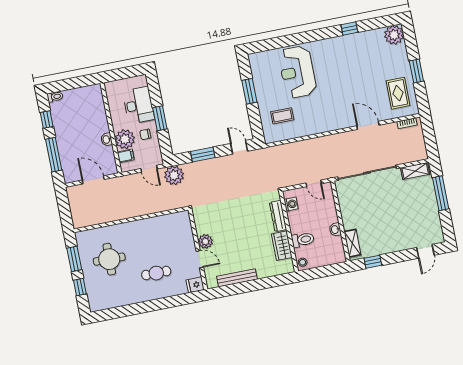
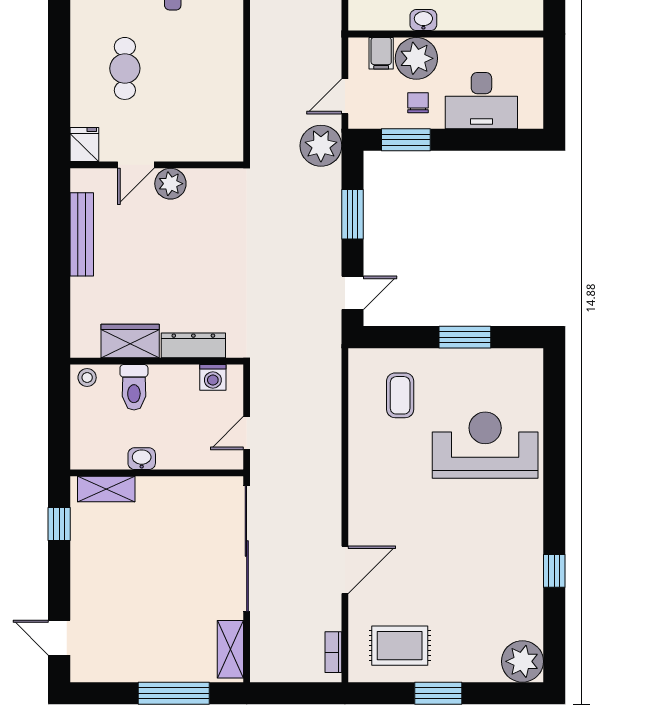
window: (160, 118) -> (406, 140), moved

